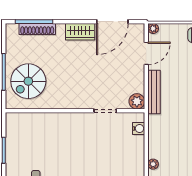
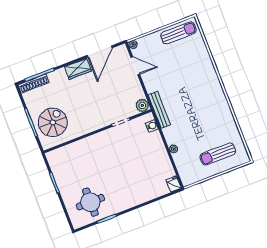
shoe rack: (37, 29) -> (34, 84), moved
door: (146, 53) -> (135, 66), hinge flipped
spiral stairs: (28, 81) -> (53, 122), turned 180
bench: (154, 92) -> (159, 110), moved

